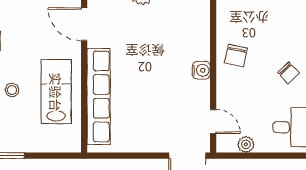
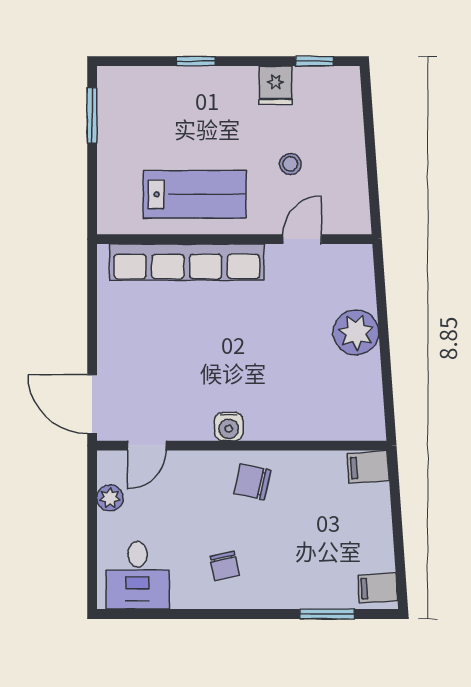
door: (84, 24) -> (302, 239), width x0.73
chair: (288, 73) -> (225, 566), turned -58
stool: (12, 90) -> (290, 164), moved

